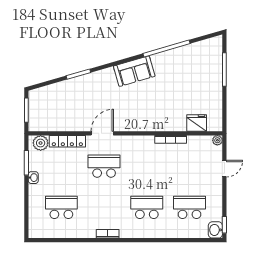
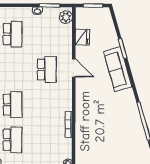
sofa: (134, 71) -> (118, 69), moved, width x1.36
fridge: (197, 123) -> (82, 37), moved
locker: (67, 141) -> (67, 39), removed

